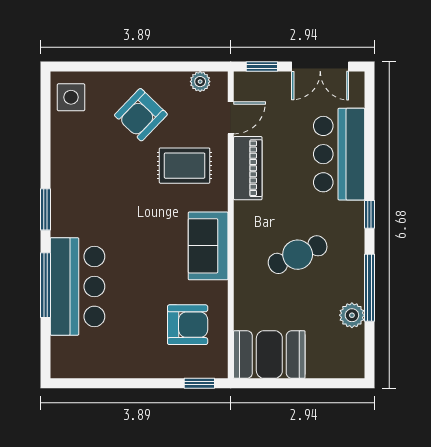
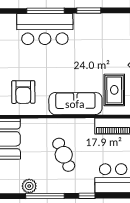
sofa: (208, 246) -> (75, 104), width x1.36

